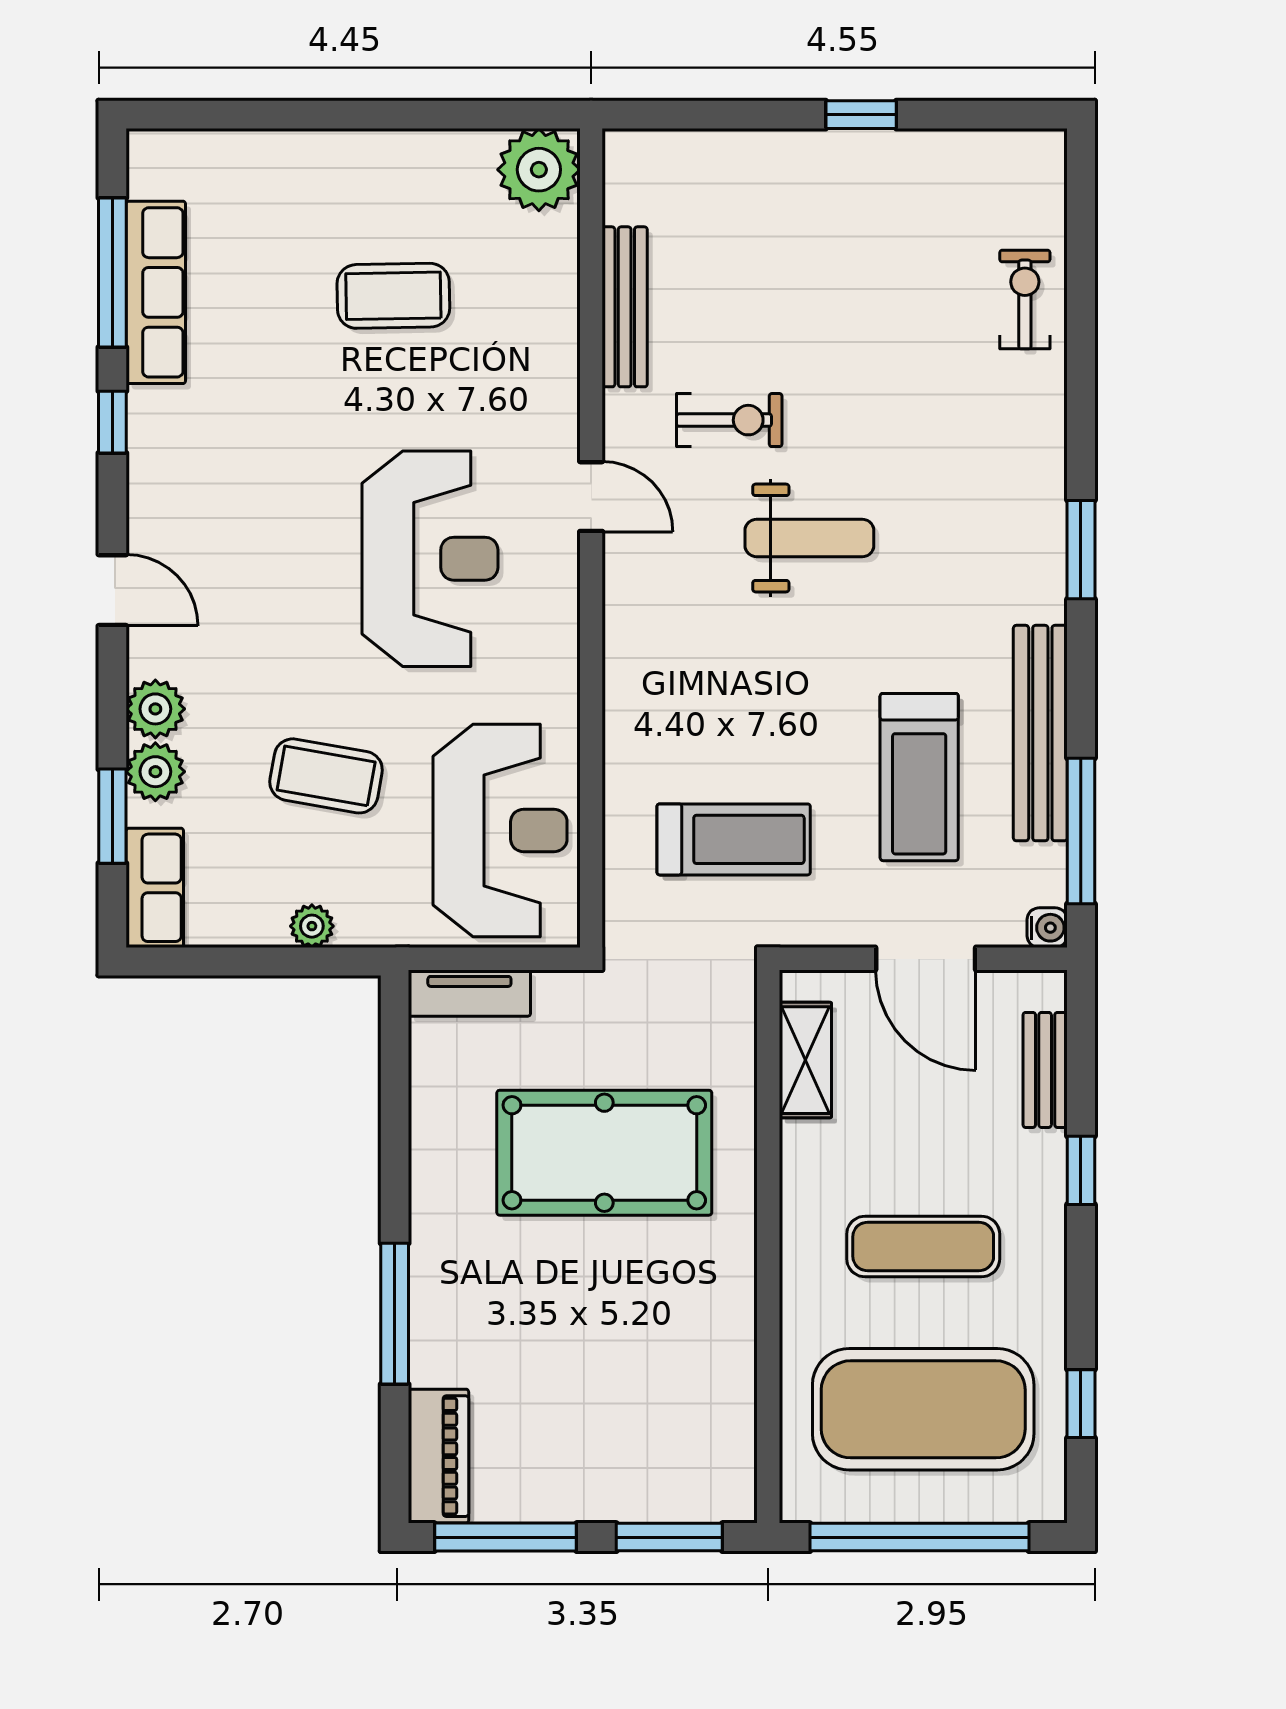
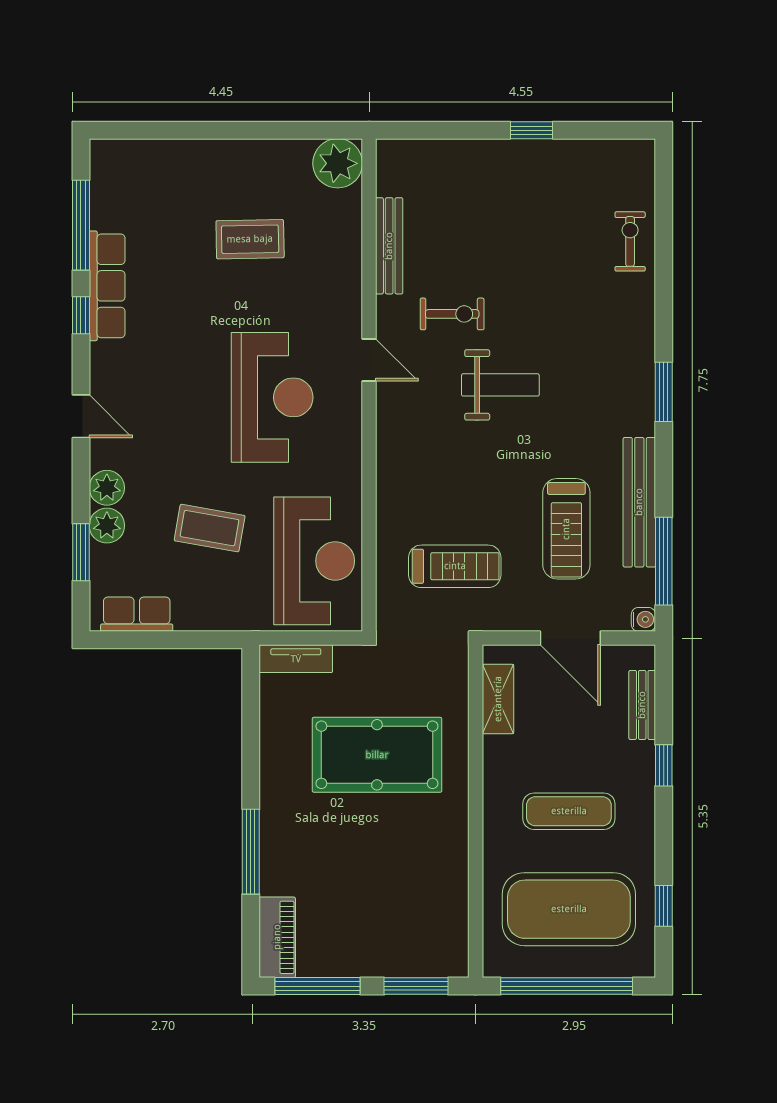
row of seats: (156, 292) -> (107, 286), moved
row of seats: (155, 888) -> (137, 614), moved, turned -90
plant: (312, 926) -> (201, 618), removed

